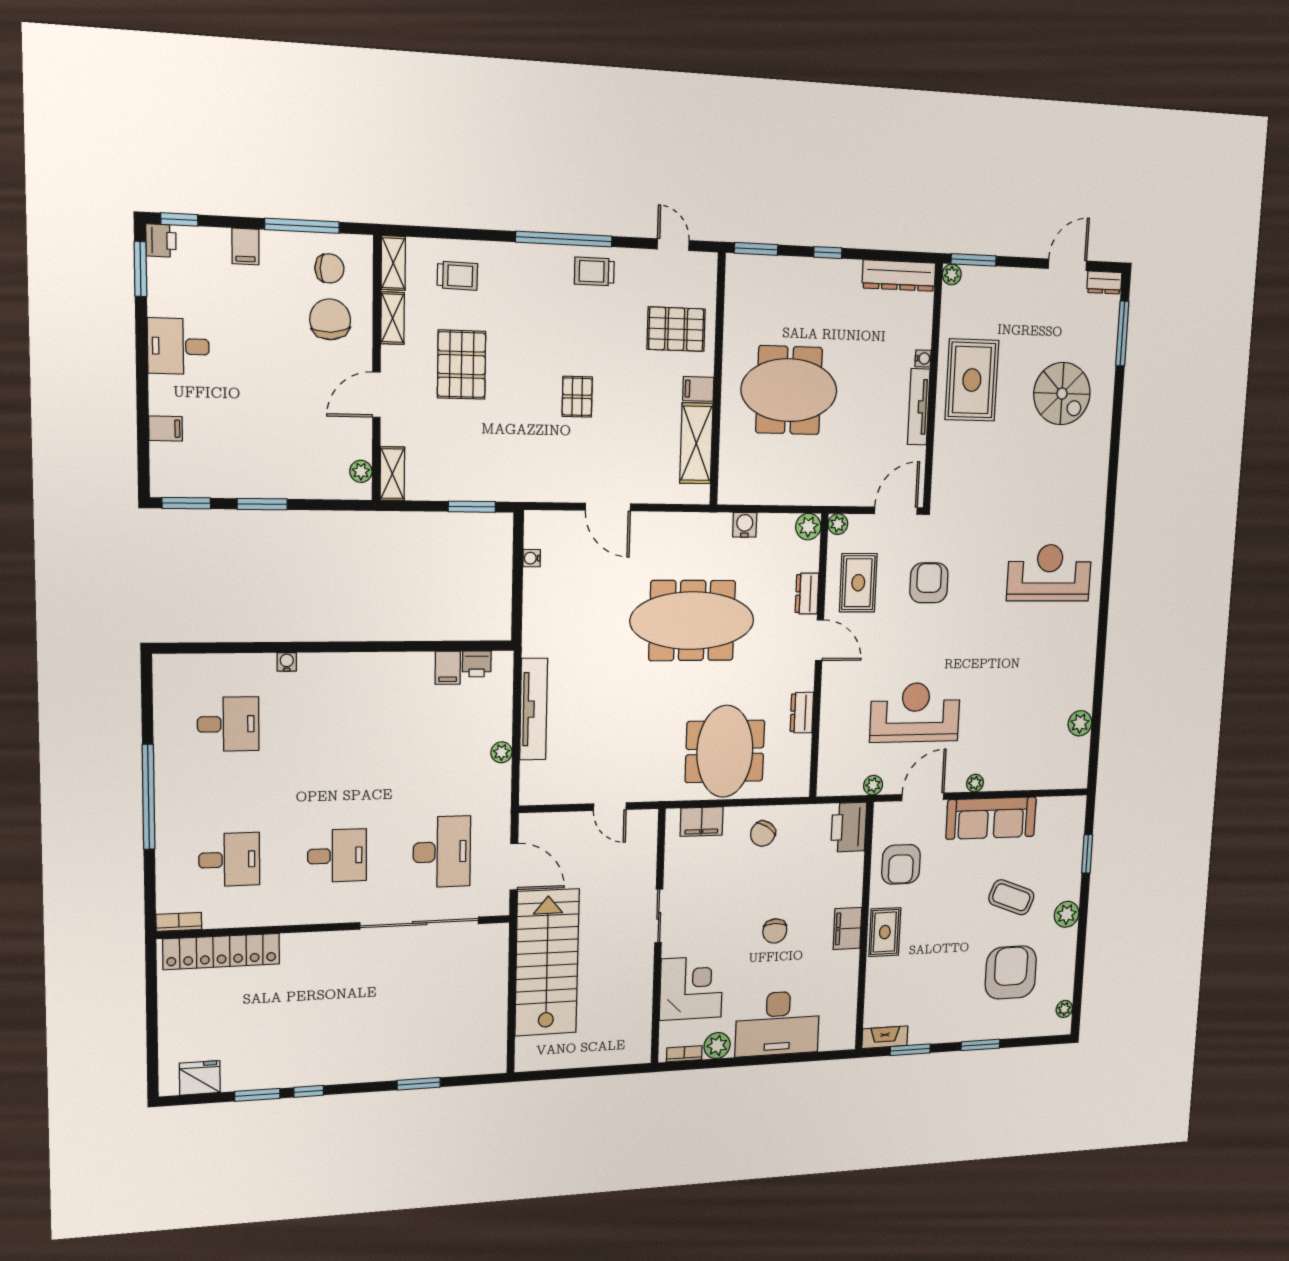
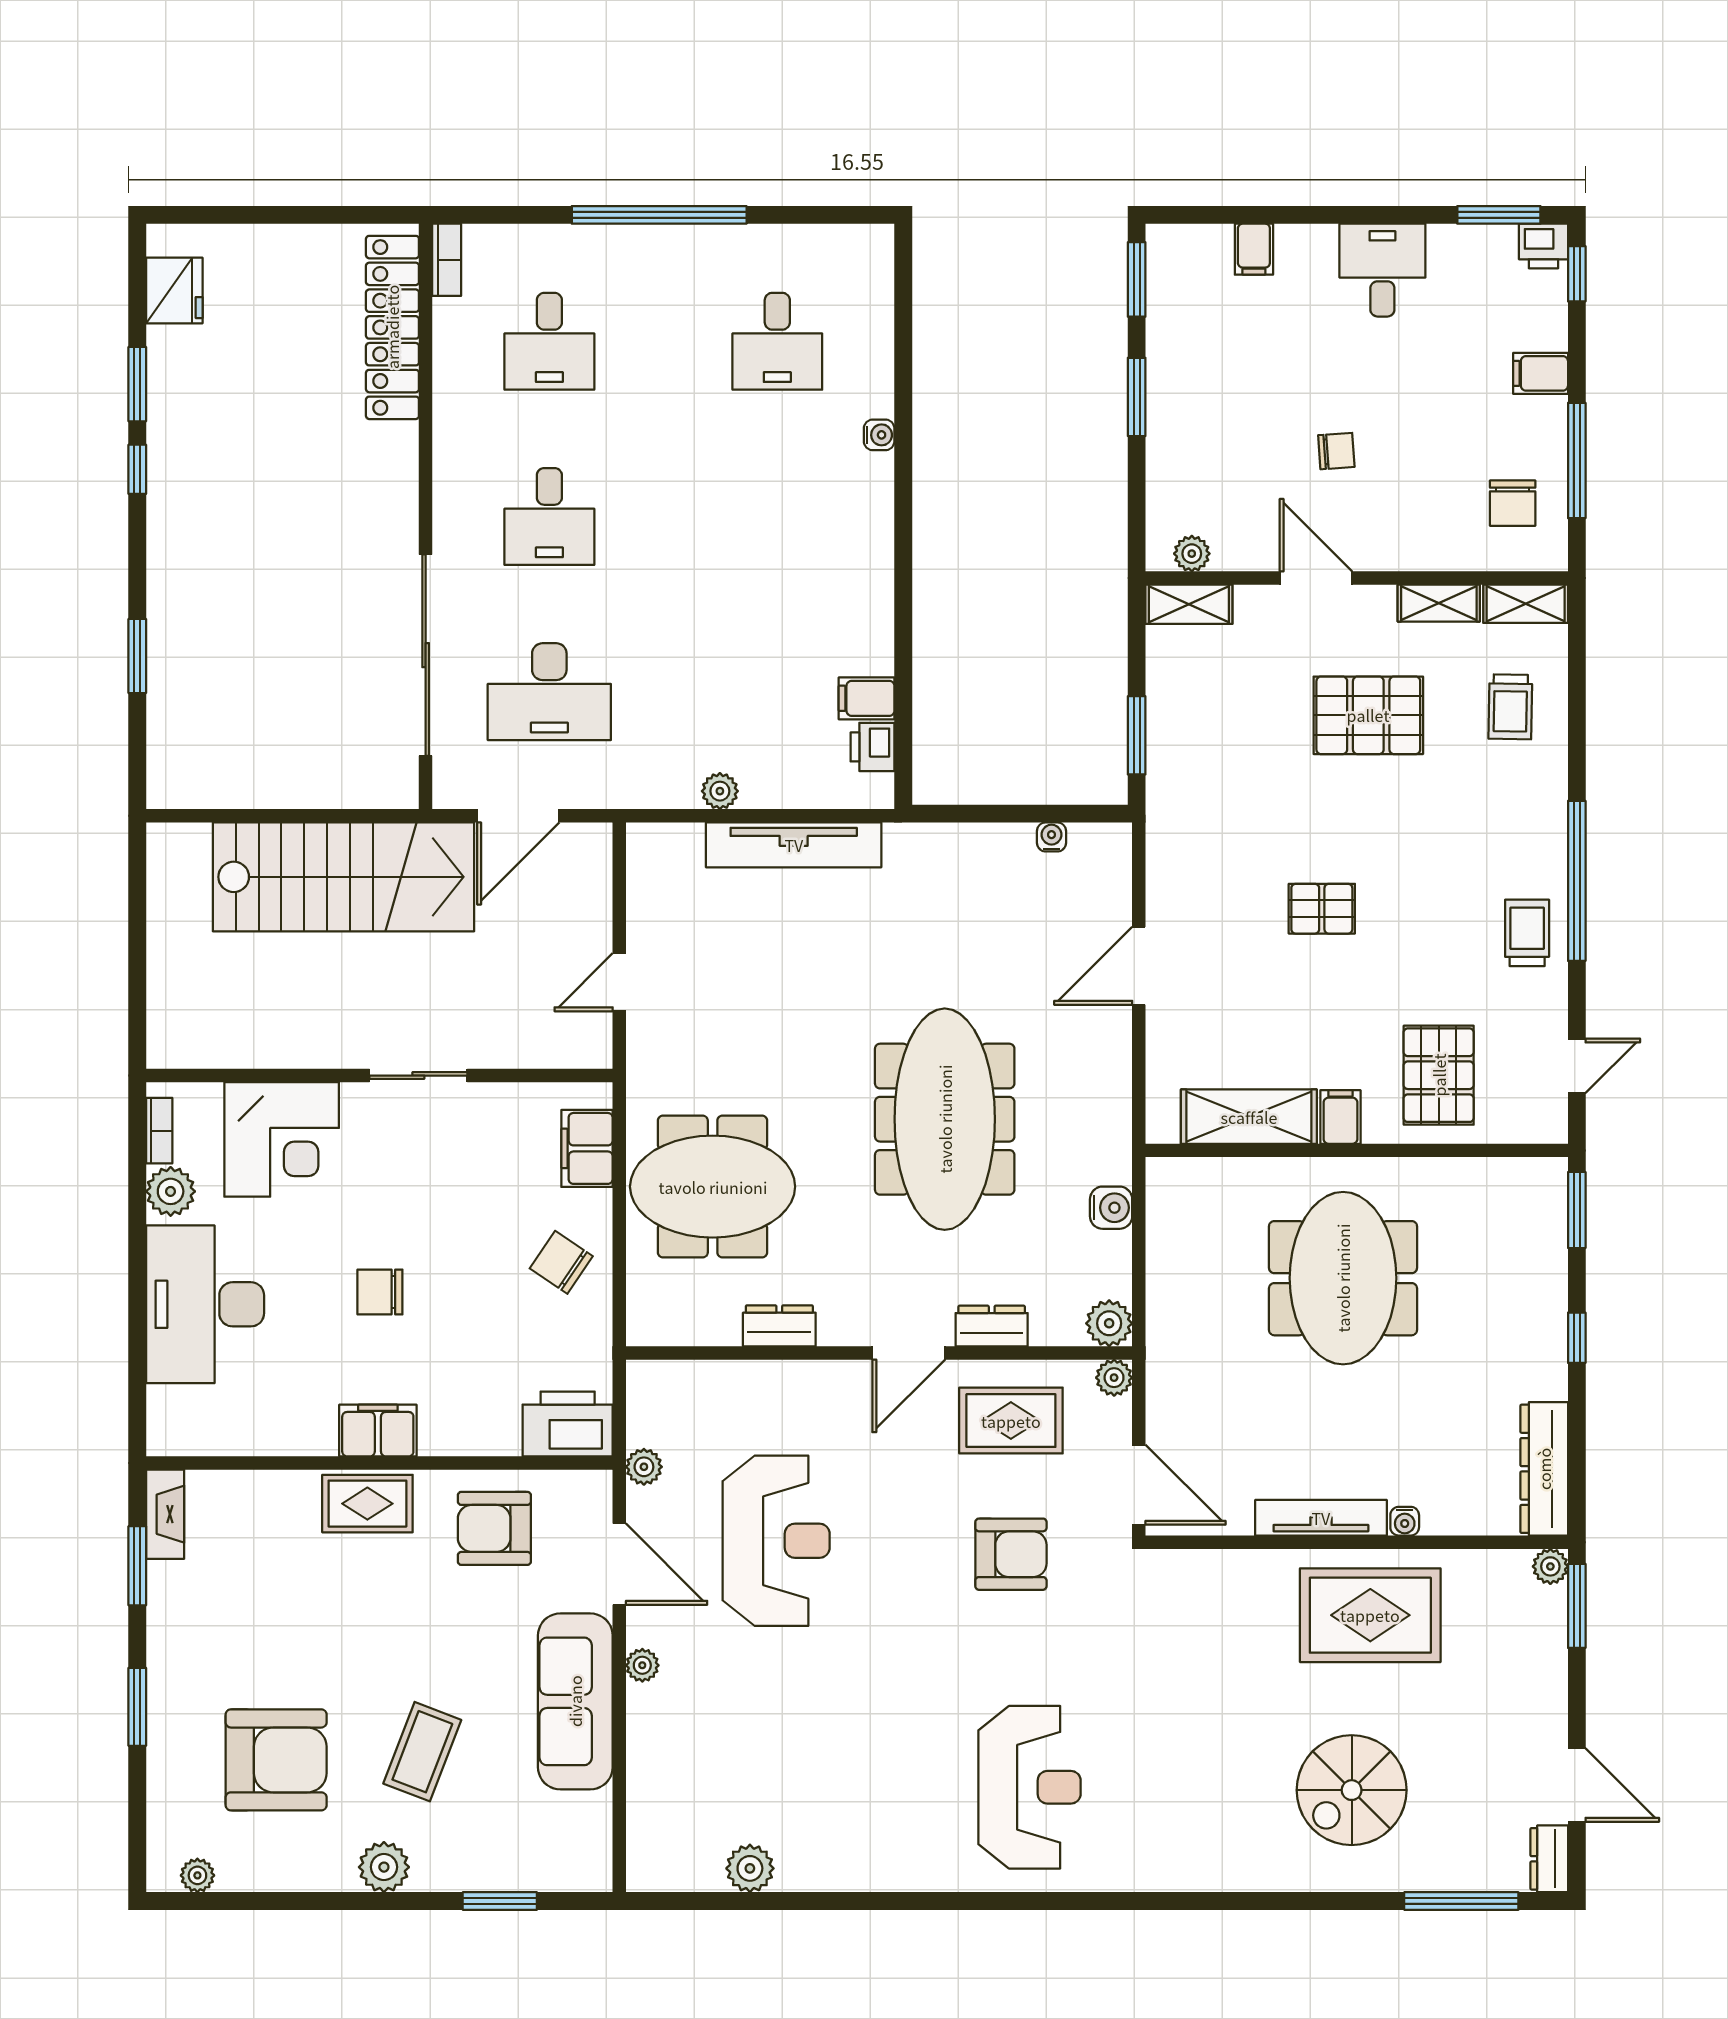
chair: (330, 319) -> (1336, 451), moved, width x0.54, depth x0.54

